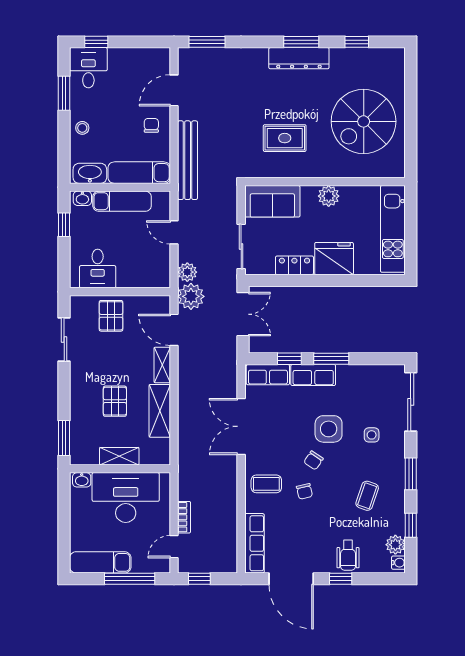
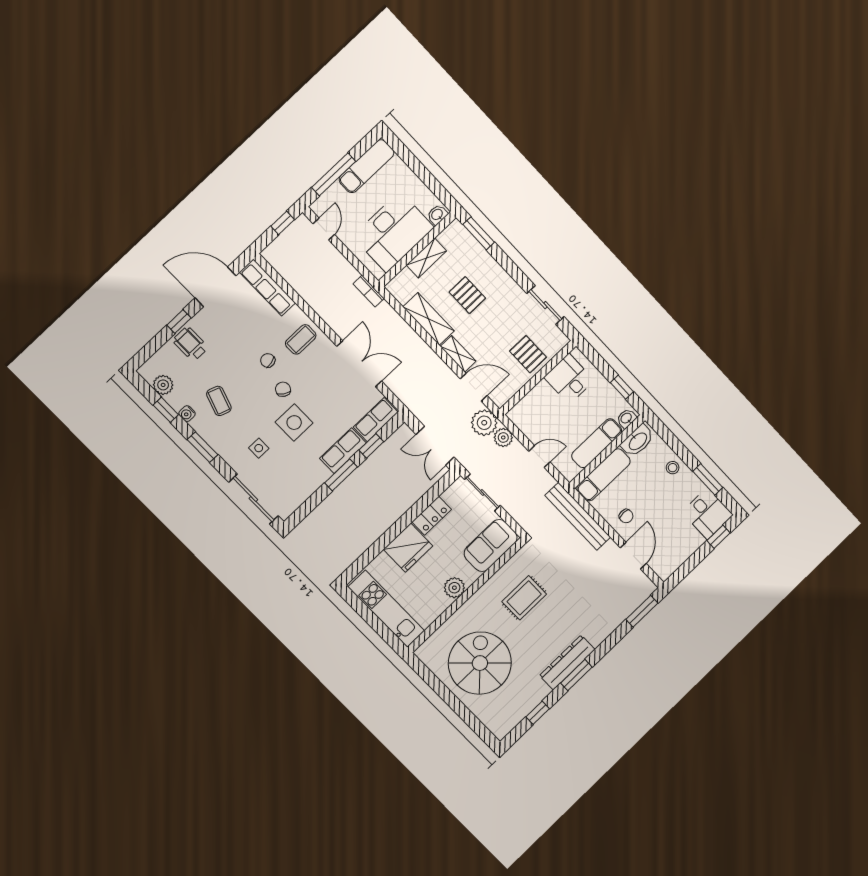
bookcase: (184, 517) -> (369, 291), moved
water cooler: (398, 563) -> (187, 414), moved

